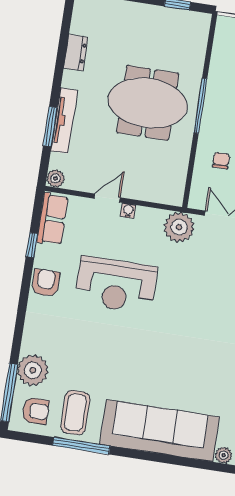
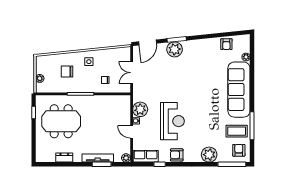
meeting table: (148, 103) -> (61, 121), moved, turned 90
plant: (179, 227) -> (140, 109), moved
plant: (33, 370) -> (209, 155), moved

